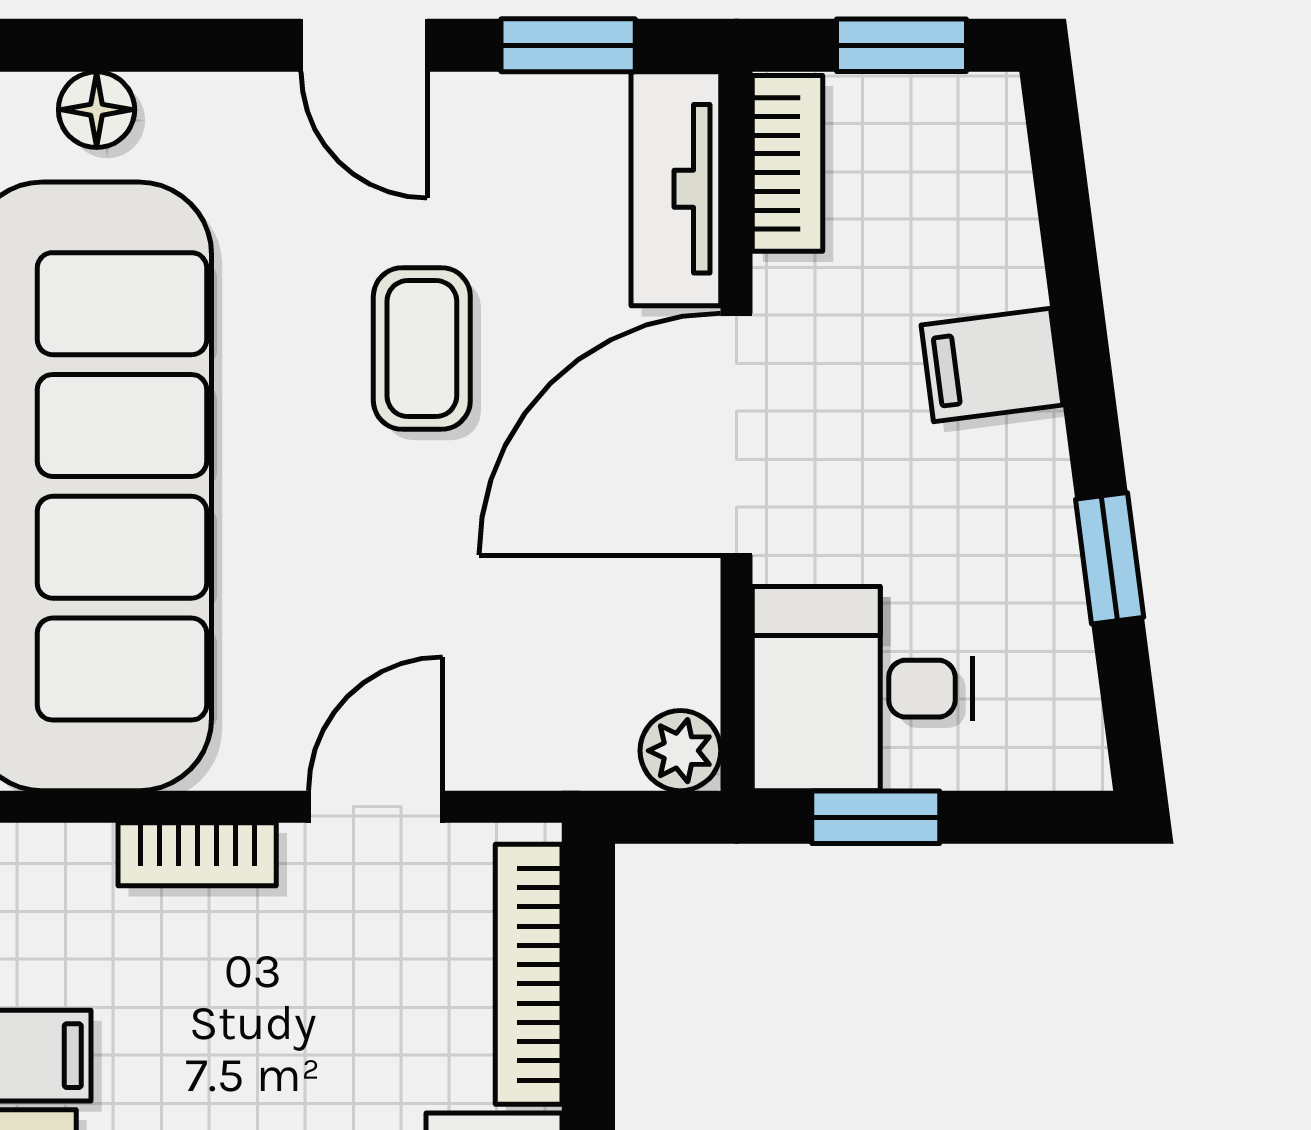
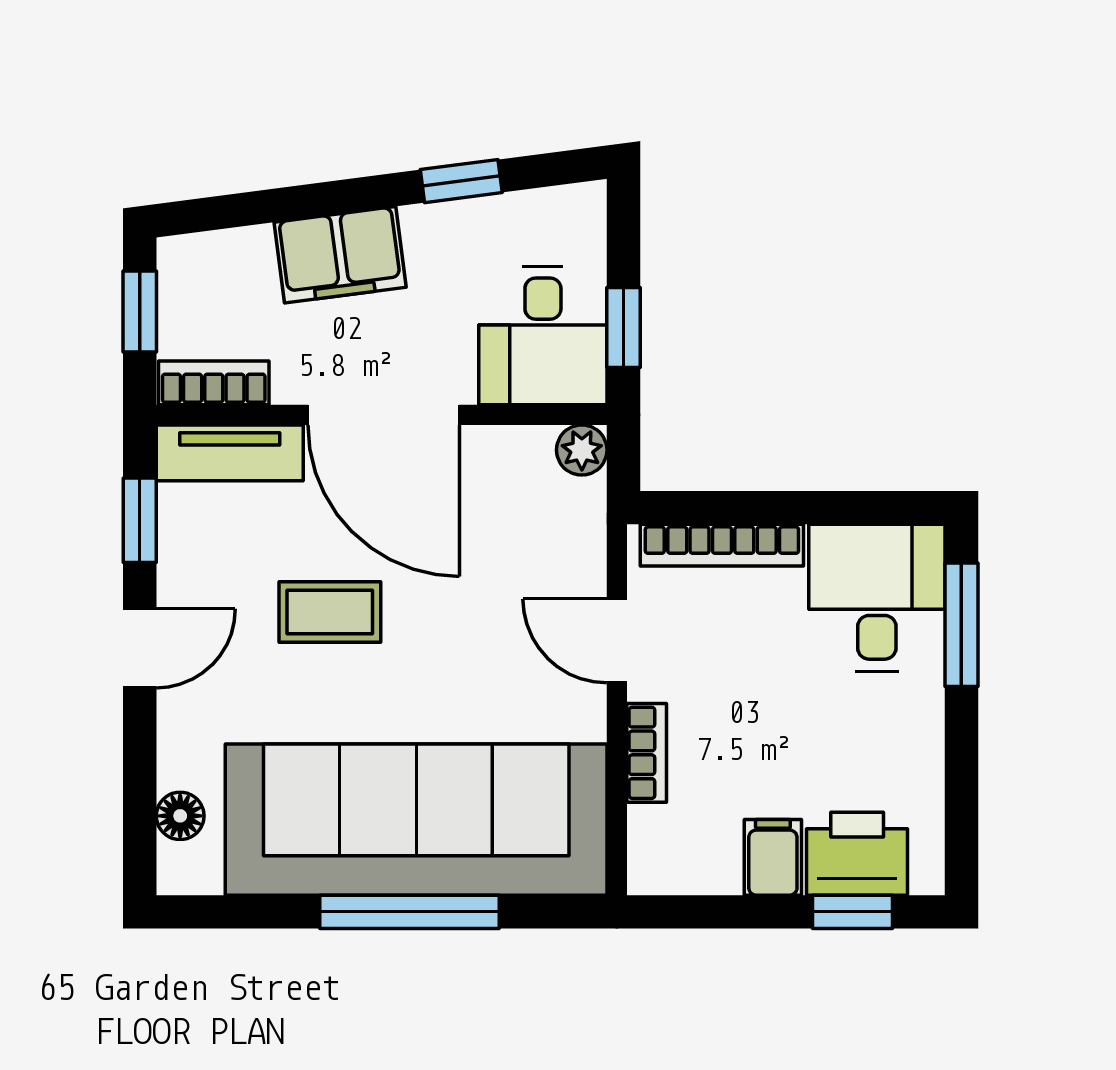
filing cabinet: (992, 365) -> (340, 255), width x2.00

